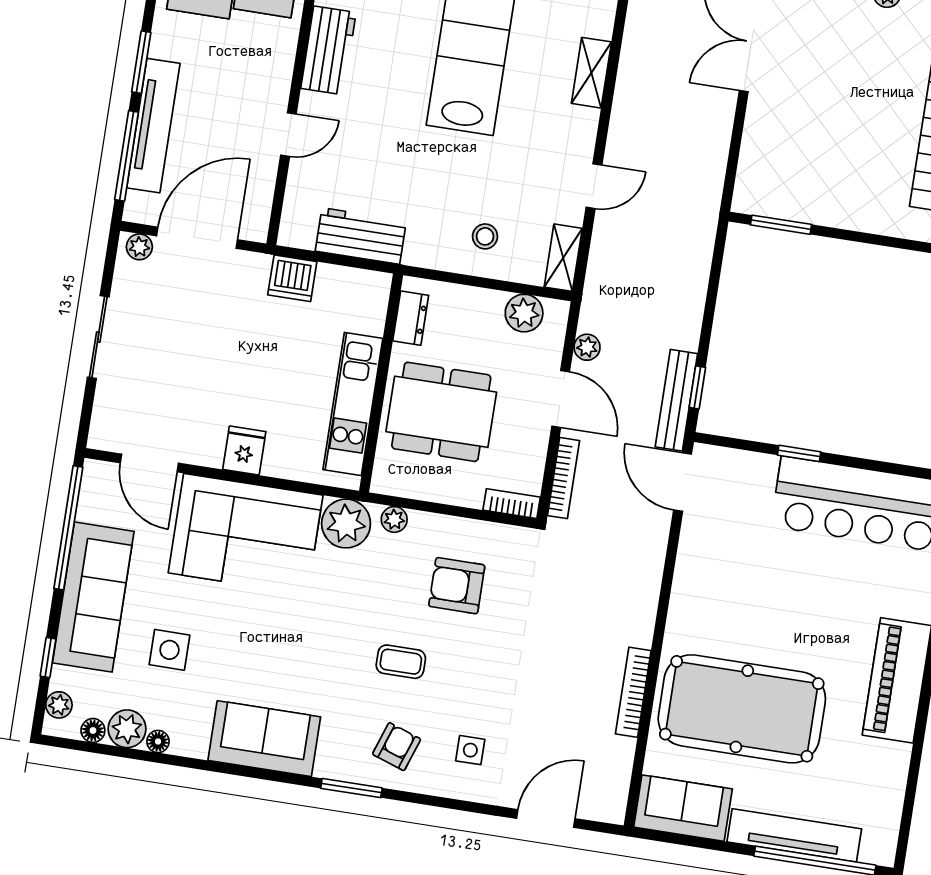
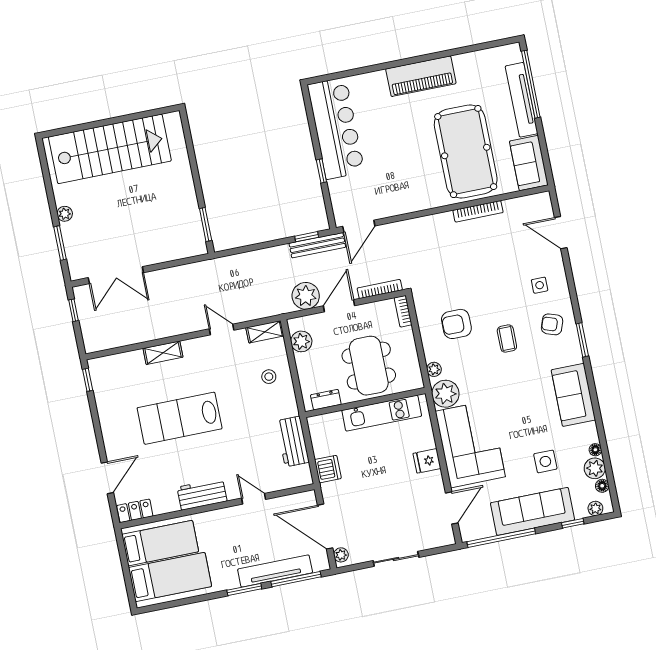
plant: (587, 347) -> (306, 296), width x1.88, depth x1.88
armchair: (457, 586) -> (456, 324), turned 90

